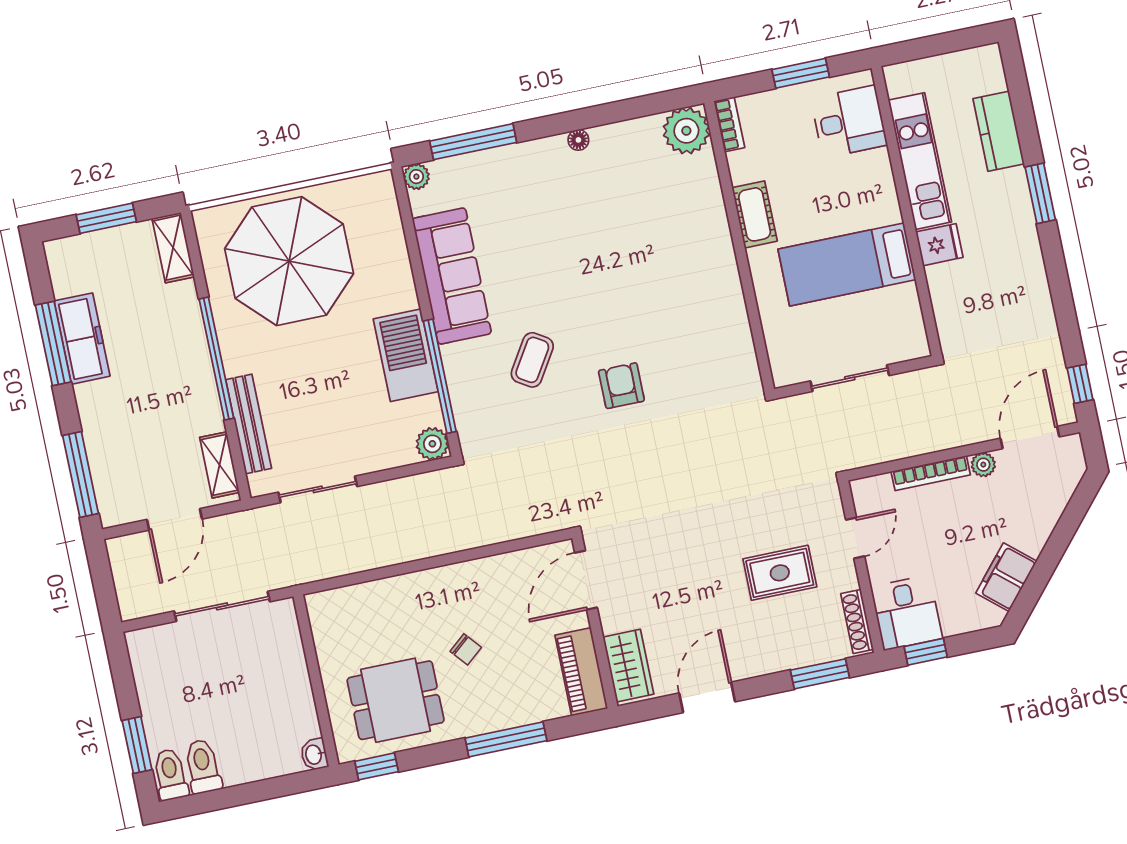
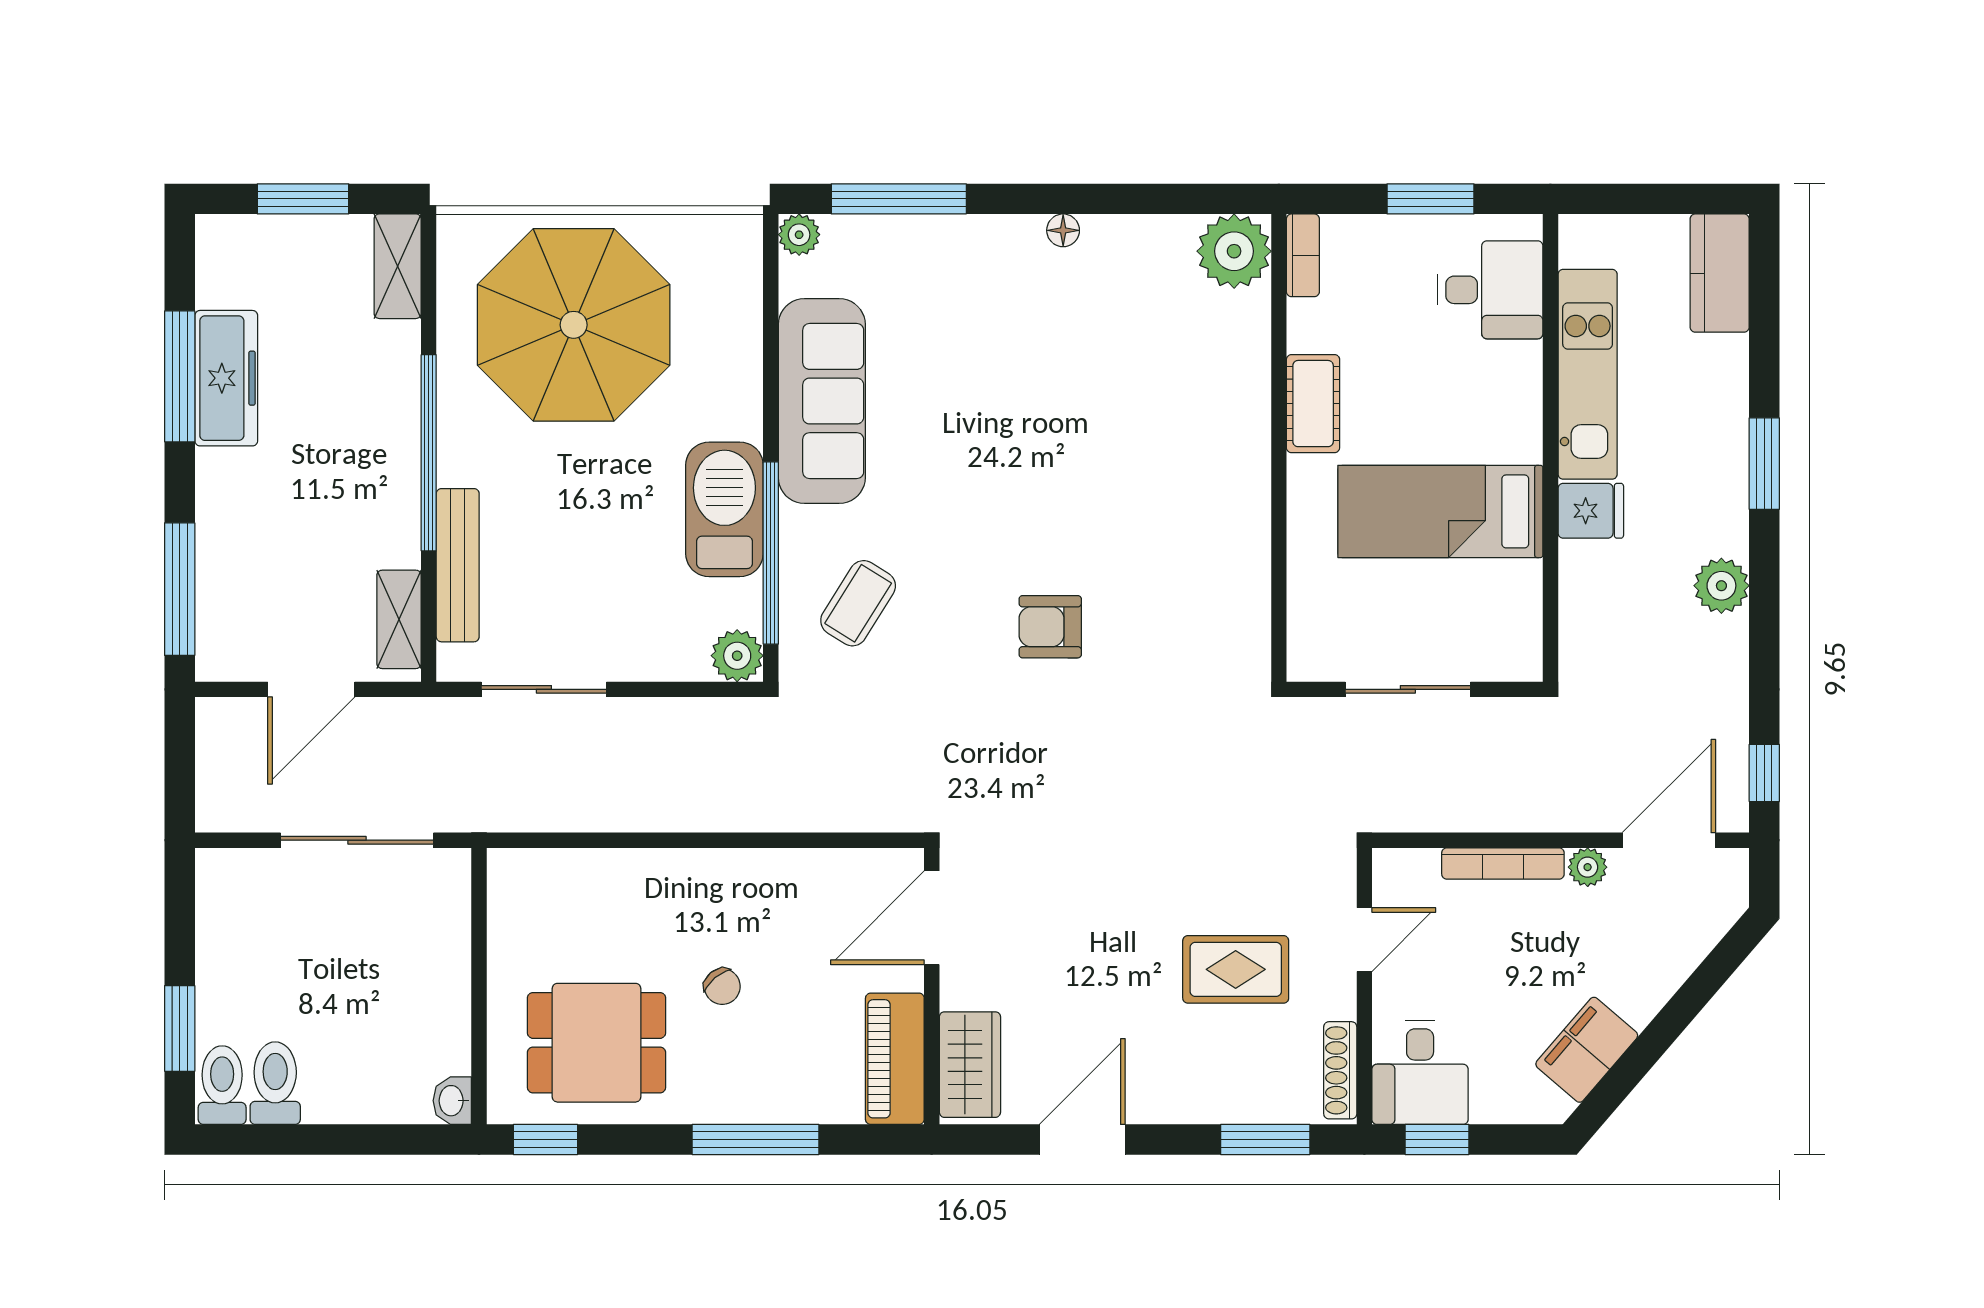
kitchen counter: (999, 131) -> (1720, 273), moved
plant: (1030, 274) -> (1721, 586), added
coffee table: (532, 360) -> (858, 603), moved
armchair: (621, 386) -> (1050, 627), turned -90

